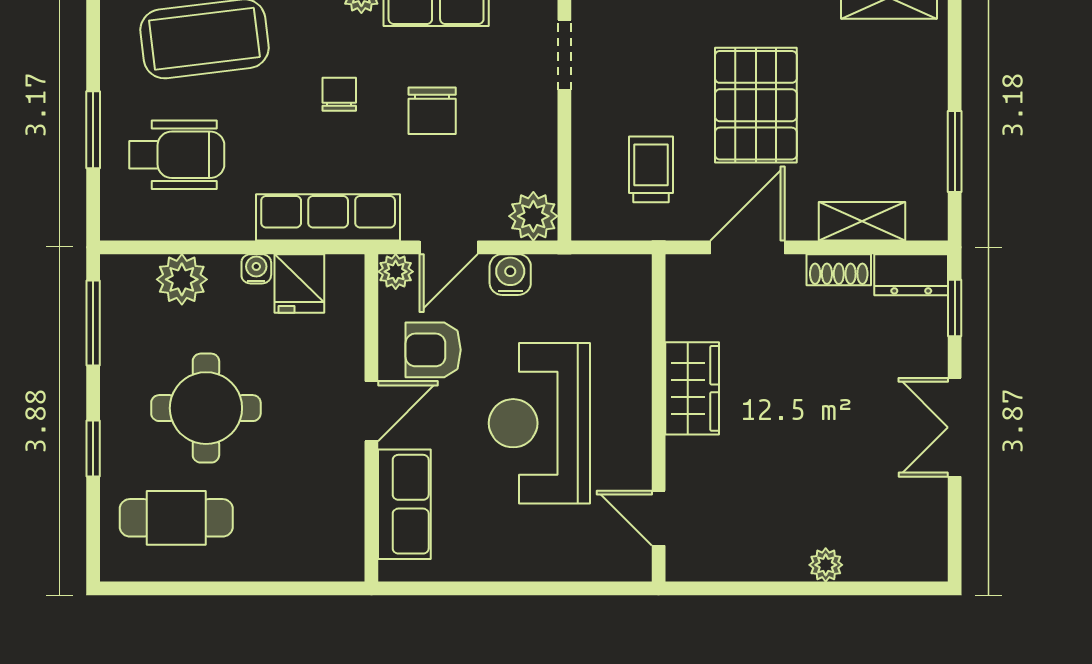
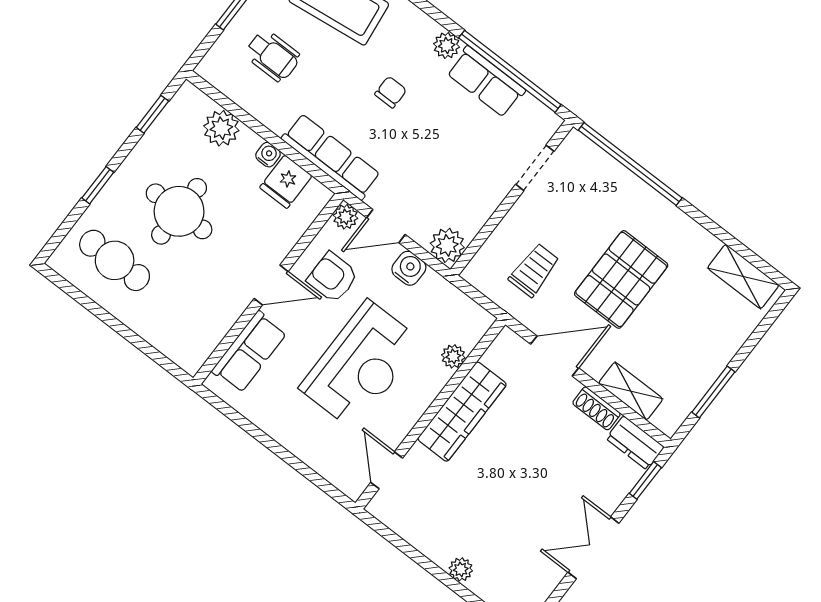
chair: (432, 111) -> (436, 142), removed
wheelchair: (177, 155) -> (273, 56), width x0.73, depth x0.73
window: (93, 323) -> (152, 114), width x0.67
plant: (635, 334) -> (453, 356), added
wardrobe: (692, 388) -> (462, 412), width x1.50
reception desk: (539, 423) -> (361, 365), turned 180

